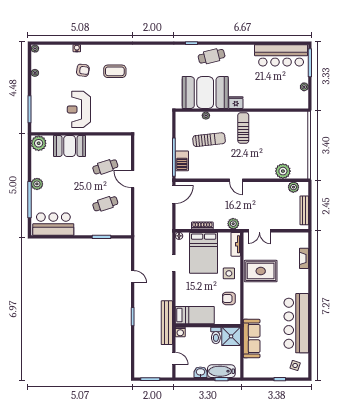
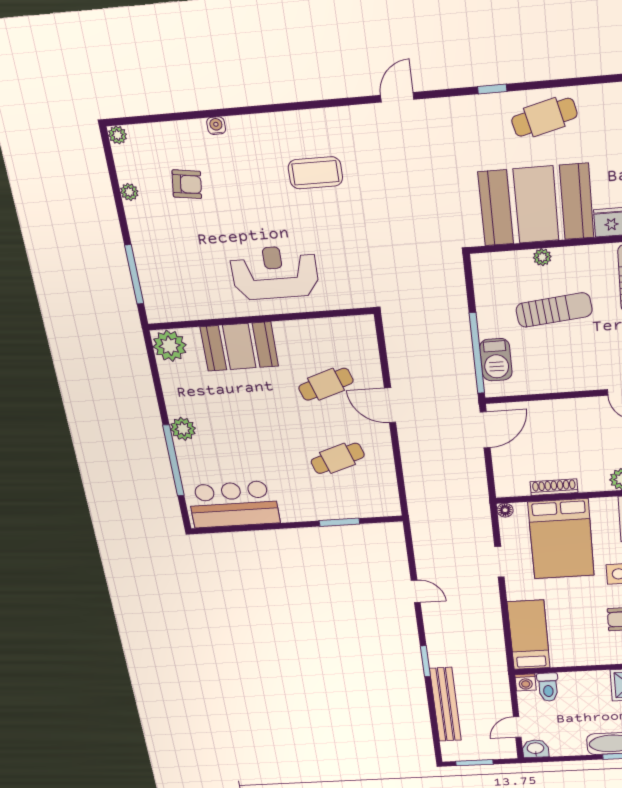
door: (153, 43) -> (397, 97), added
armchair: (83, 70) -> (187, 184), moved
reception desk: (79, 109) -> (275, 273), moved, turned 90
bed: (195, 315) -> (529, 635), moved, turned -90
bench: (167, 323) -> (445, 705), moved
toilet: (216, 335) -> (548, 687), moved
door: (174, 358) -> (517, 727), swing flipped
washbasin: (200, 372) -> (535, 749), moved

